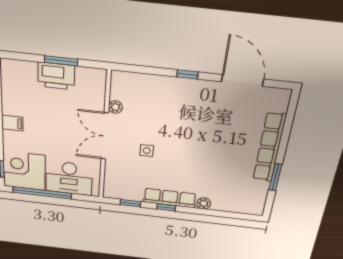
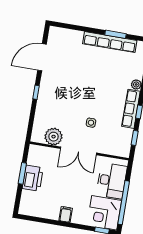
plant: (115, 107) -> (54, 137), width x1.88, depth x1.88
row of seats: (269, 147) -> (110, 42), moved

